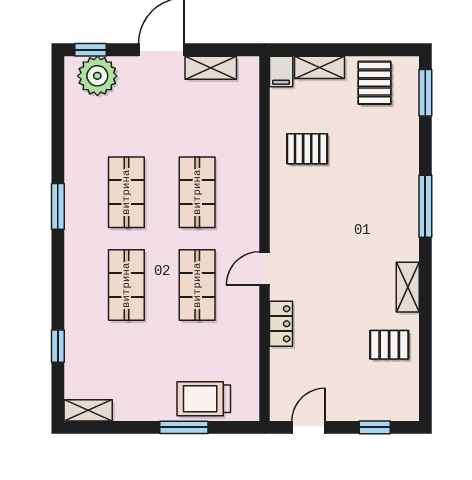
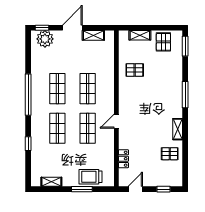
filing cabinet: (281, 71) -> (123, 37), removed
window: (58, 206) -> (28, 95), width x2.11
locker: (281, 324) -> (123, 159), moved
window: (58, 346) -> (28, 144), moved
shelving: (88, 410) -> (51, 182), moved

